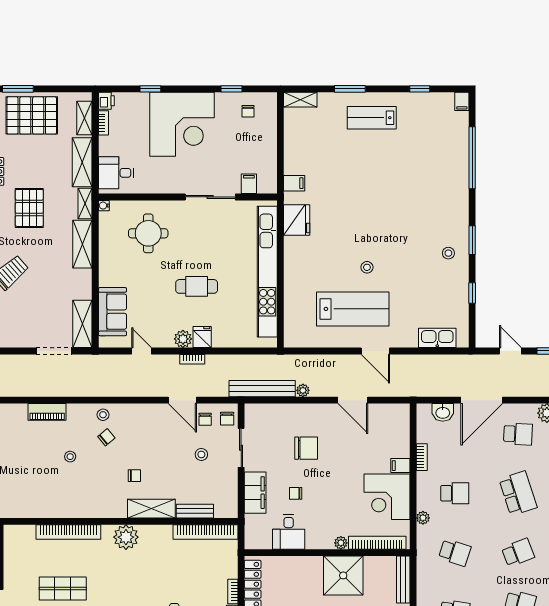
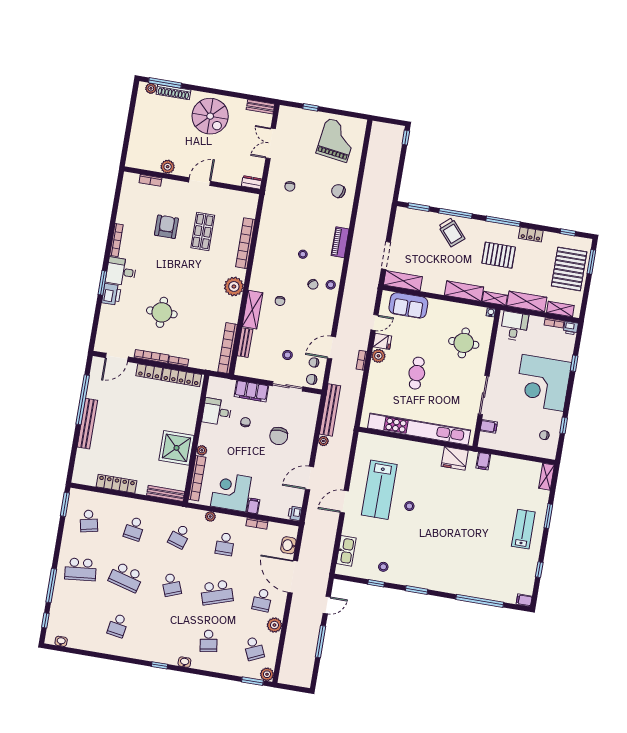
stool: (448, 253) -> (383, 567), moved
fridge: (202, 337) -> (382, 341), moved
printer: (401, 411) -> (295, 513), added

